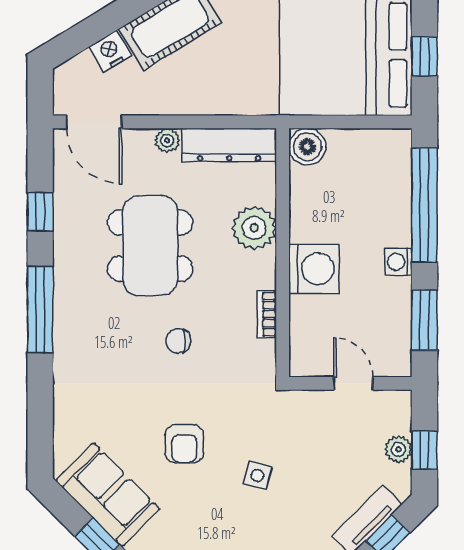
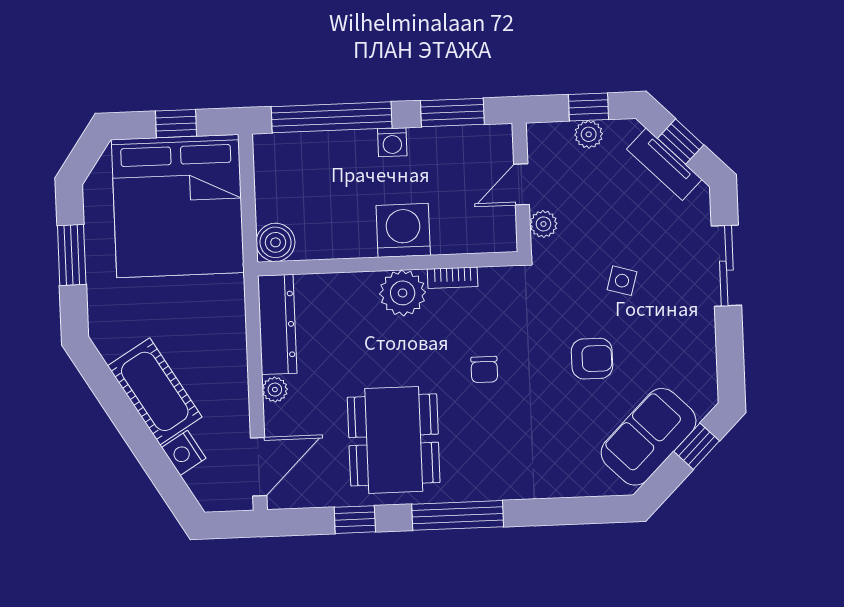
plant: (254, 228) -> (403, 293), moved
dining table: (150, 246) -> (394, 440), moved, turned 90
plant: (315, 403) -> (543, 224), added

